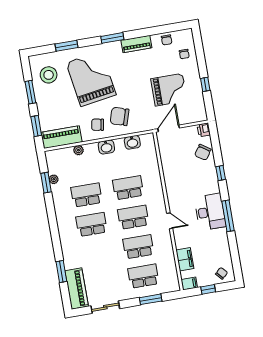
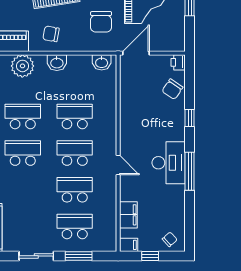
chair: (120, 116) -> (101, 22), moved, turned -107
washbasin: (132, 142) -> (102, 62), moved
plant: (78, 150) -> (22, 66), width x1.88, depth x1.88
sliding door: (105, 307) -> (36, 256), moved

